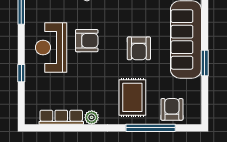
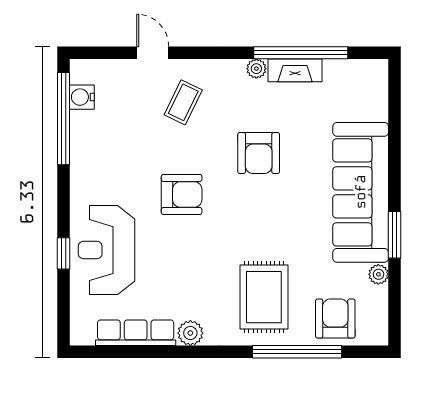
reception desk: (51, 48) -> (106, 250), moved
armchair: (139, 48) -> (259, 153), moved
plant: (196, 85) -> (378, 274), added

